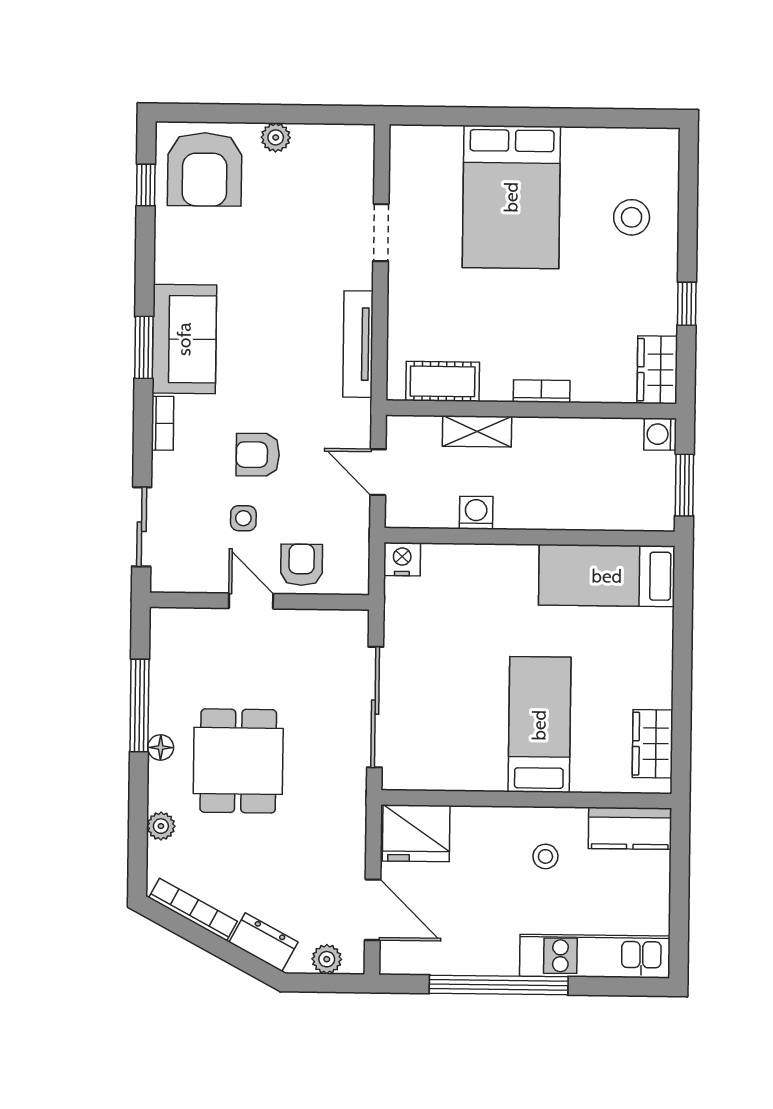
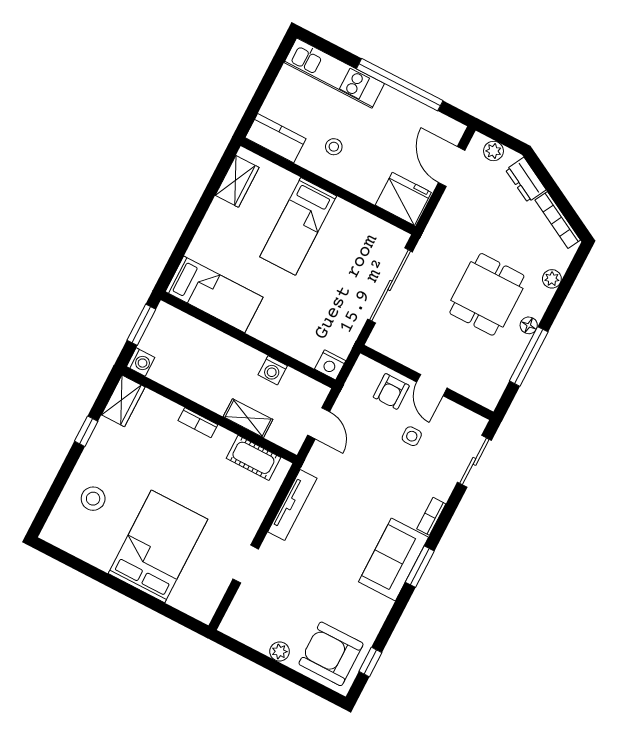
armchair: (205, 169) -> (331, 654), turned -90
armchair: (258, 455) -> (384, 469), removed

